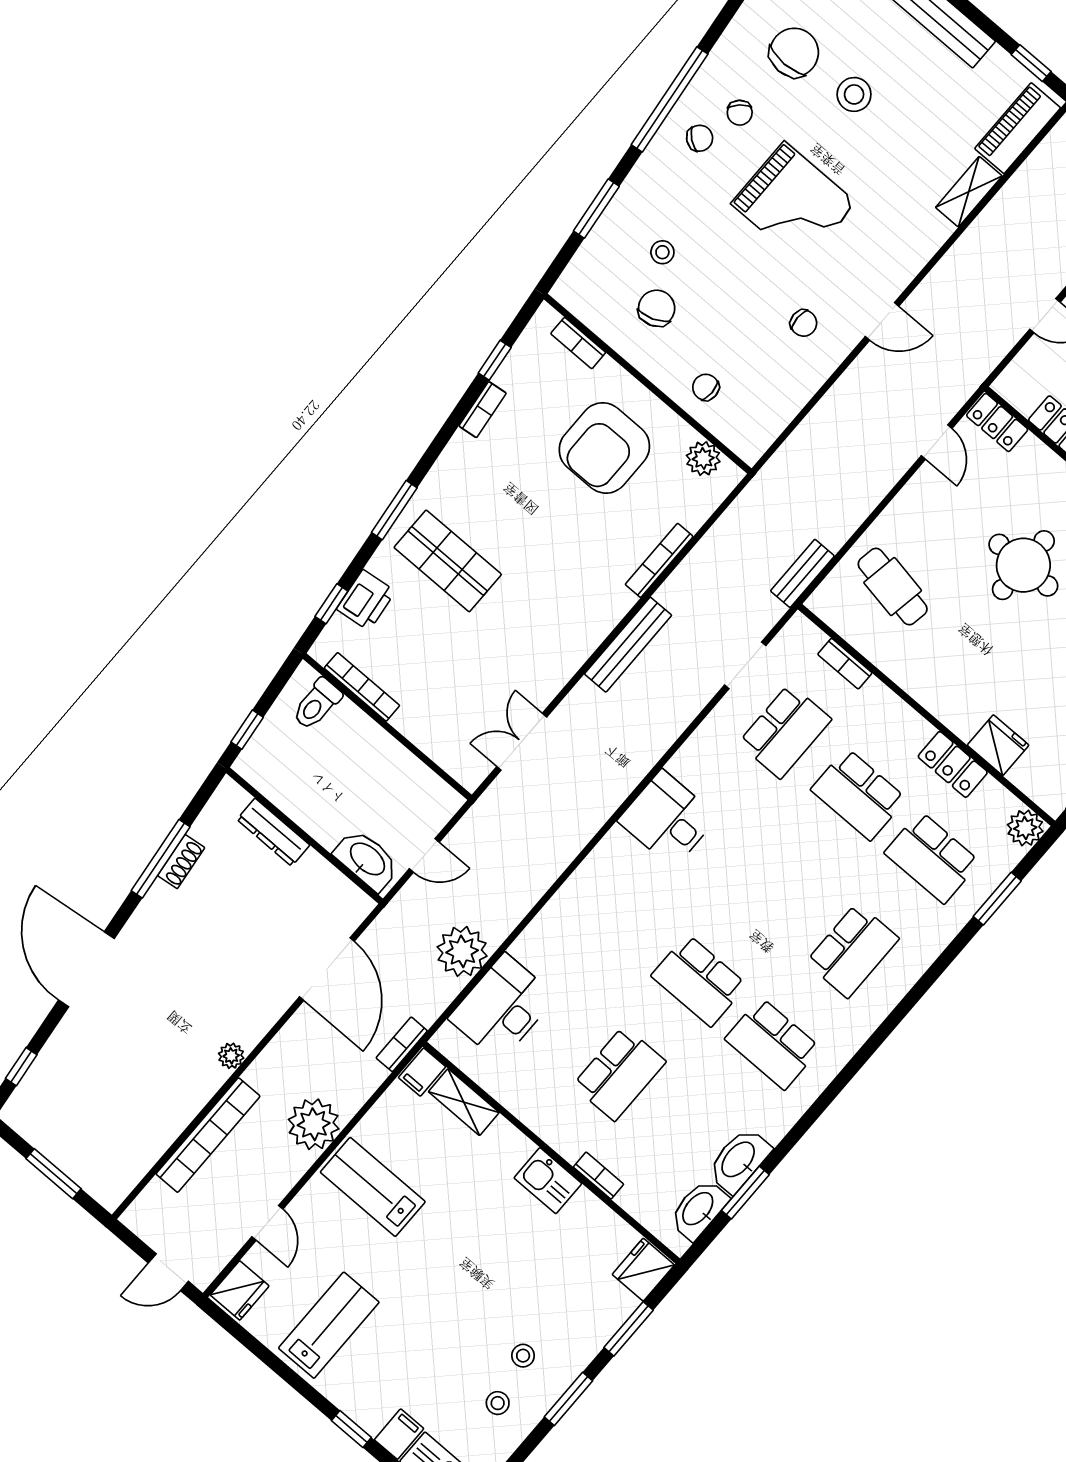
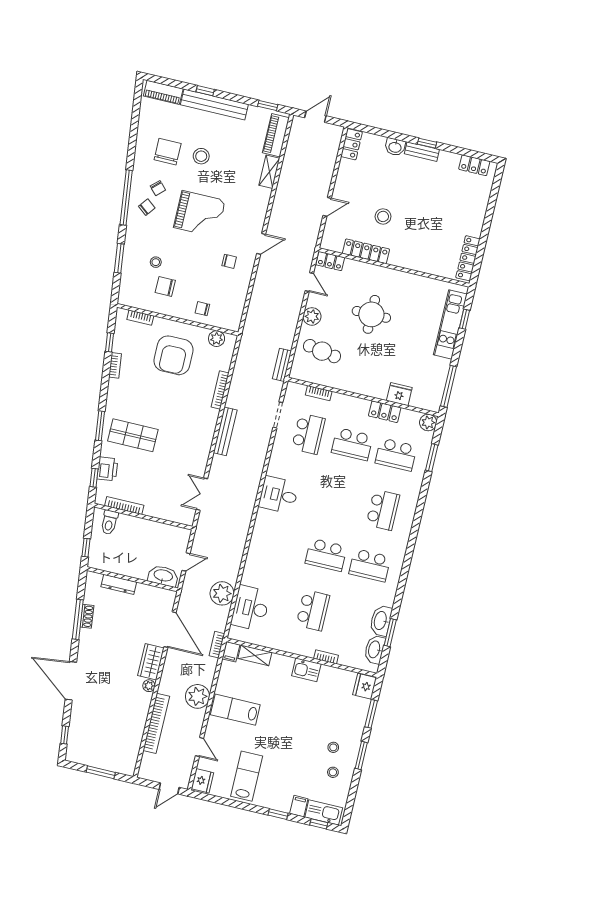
chair: (657, 308) -> (165, 286), turned -70
plant: (908, 510) -> (312, 316), added
wardrobe: (259, 1012) -> (151, 662), added

